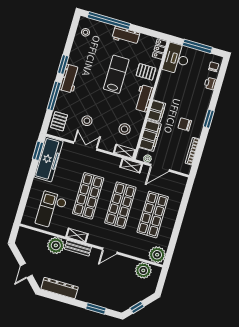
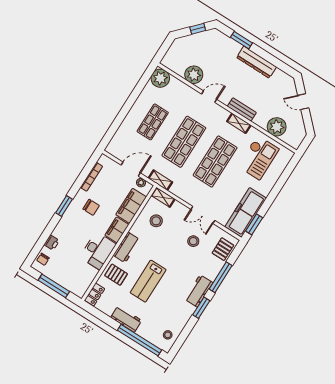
desk: (176, 59) -> (98, 251), moved
shop shelf: (153, 215) -> (153, 122), width x0.70, depth x0.74
plant: (56, 245) -> (277, 127), moved
door: (26, 270) -> (303, 102), swing flipped
plant: (143, 270) -> (194, 75), moved
dresser: (60, 288) -> (256, 62), moved

